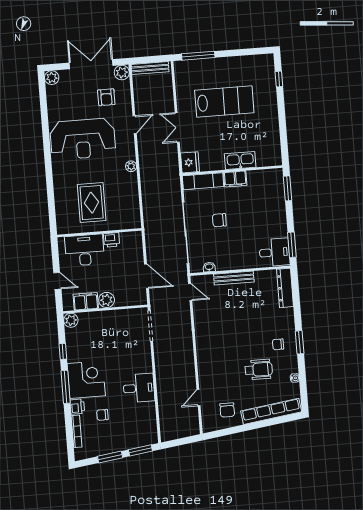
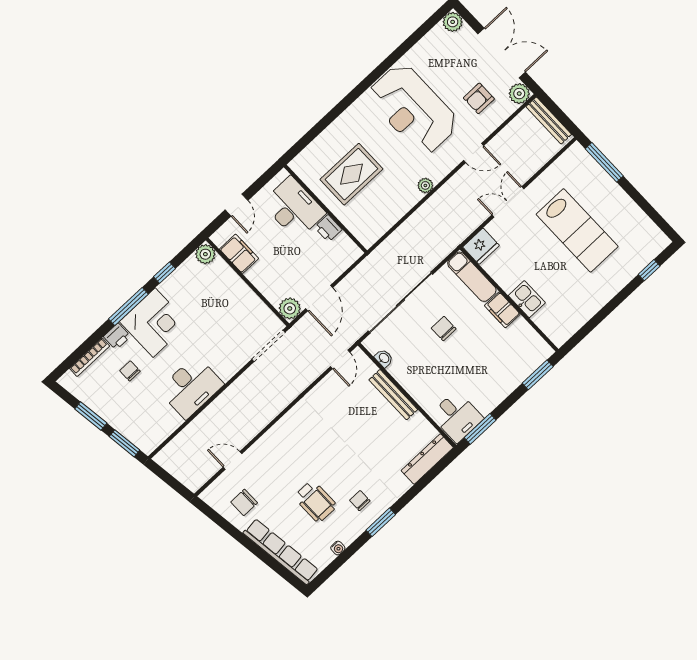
kitchen sink: (240, 160) -> (527, 299), width x0.73
plant: (107, 300) -> (290, 308), moved
desk: (139, 388) -> (191, 387), width x1.37

